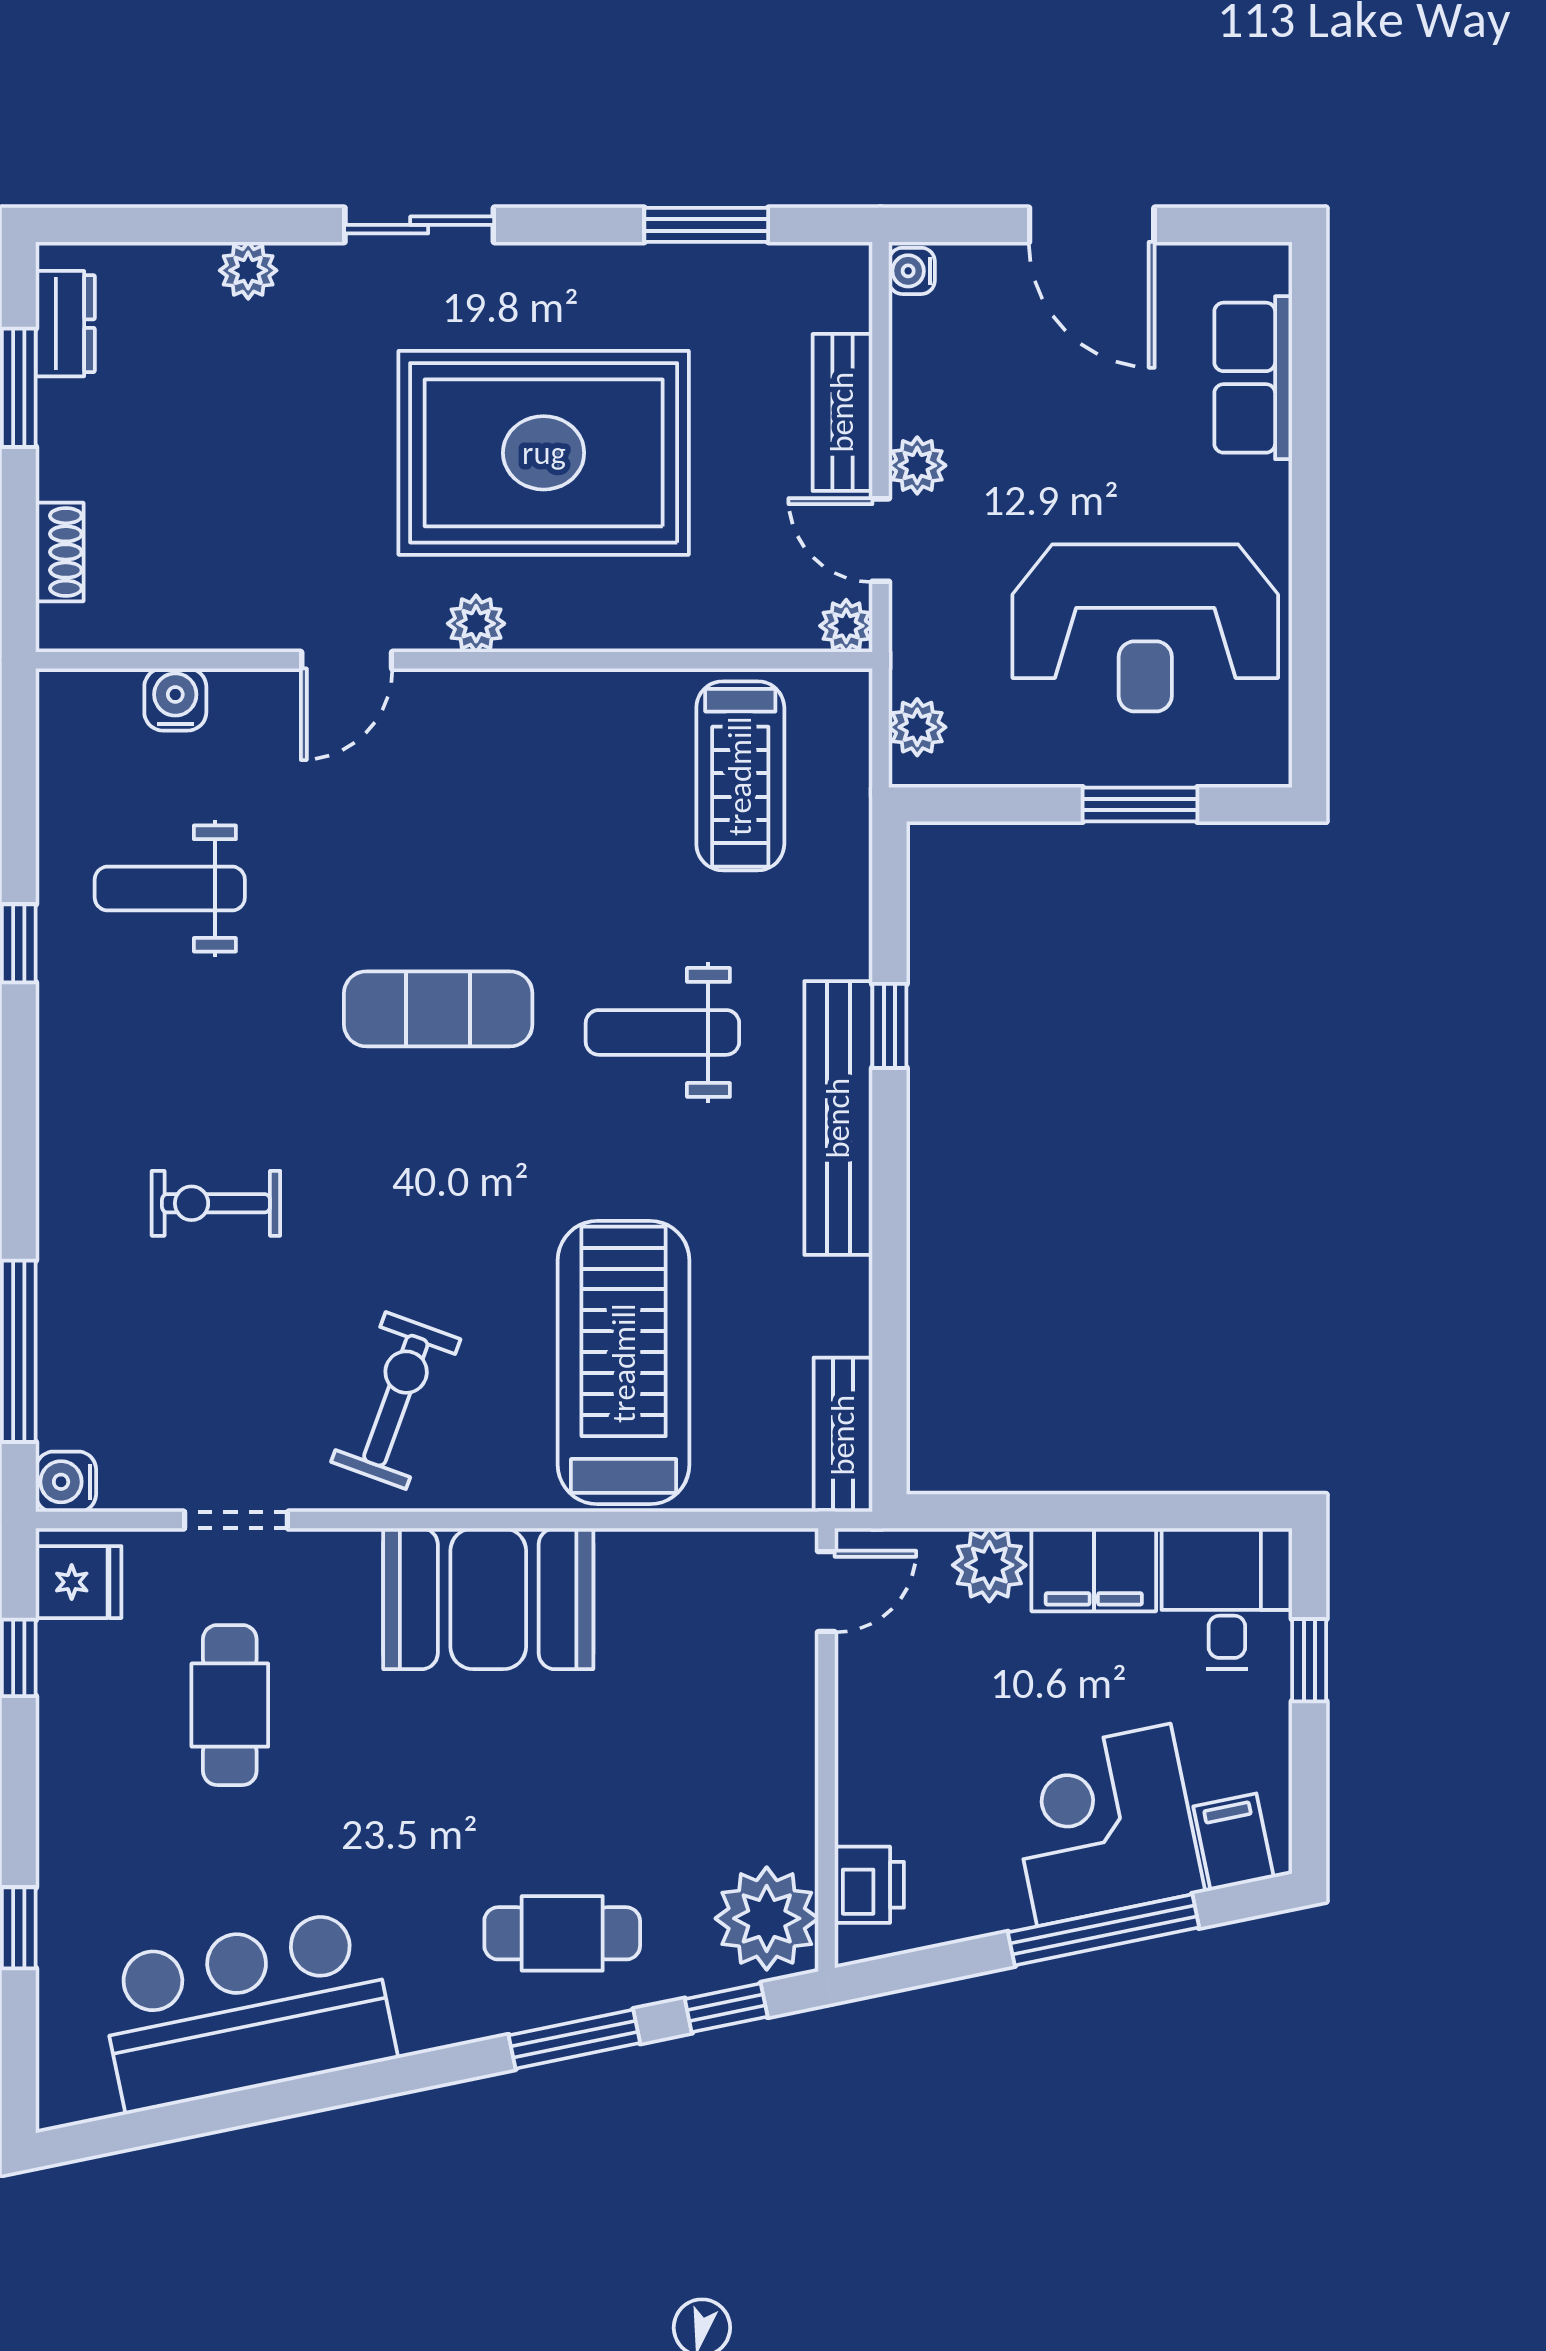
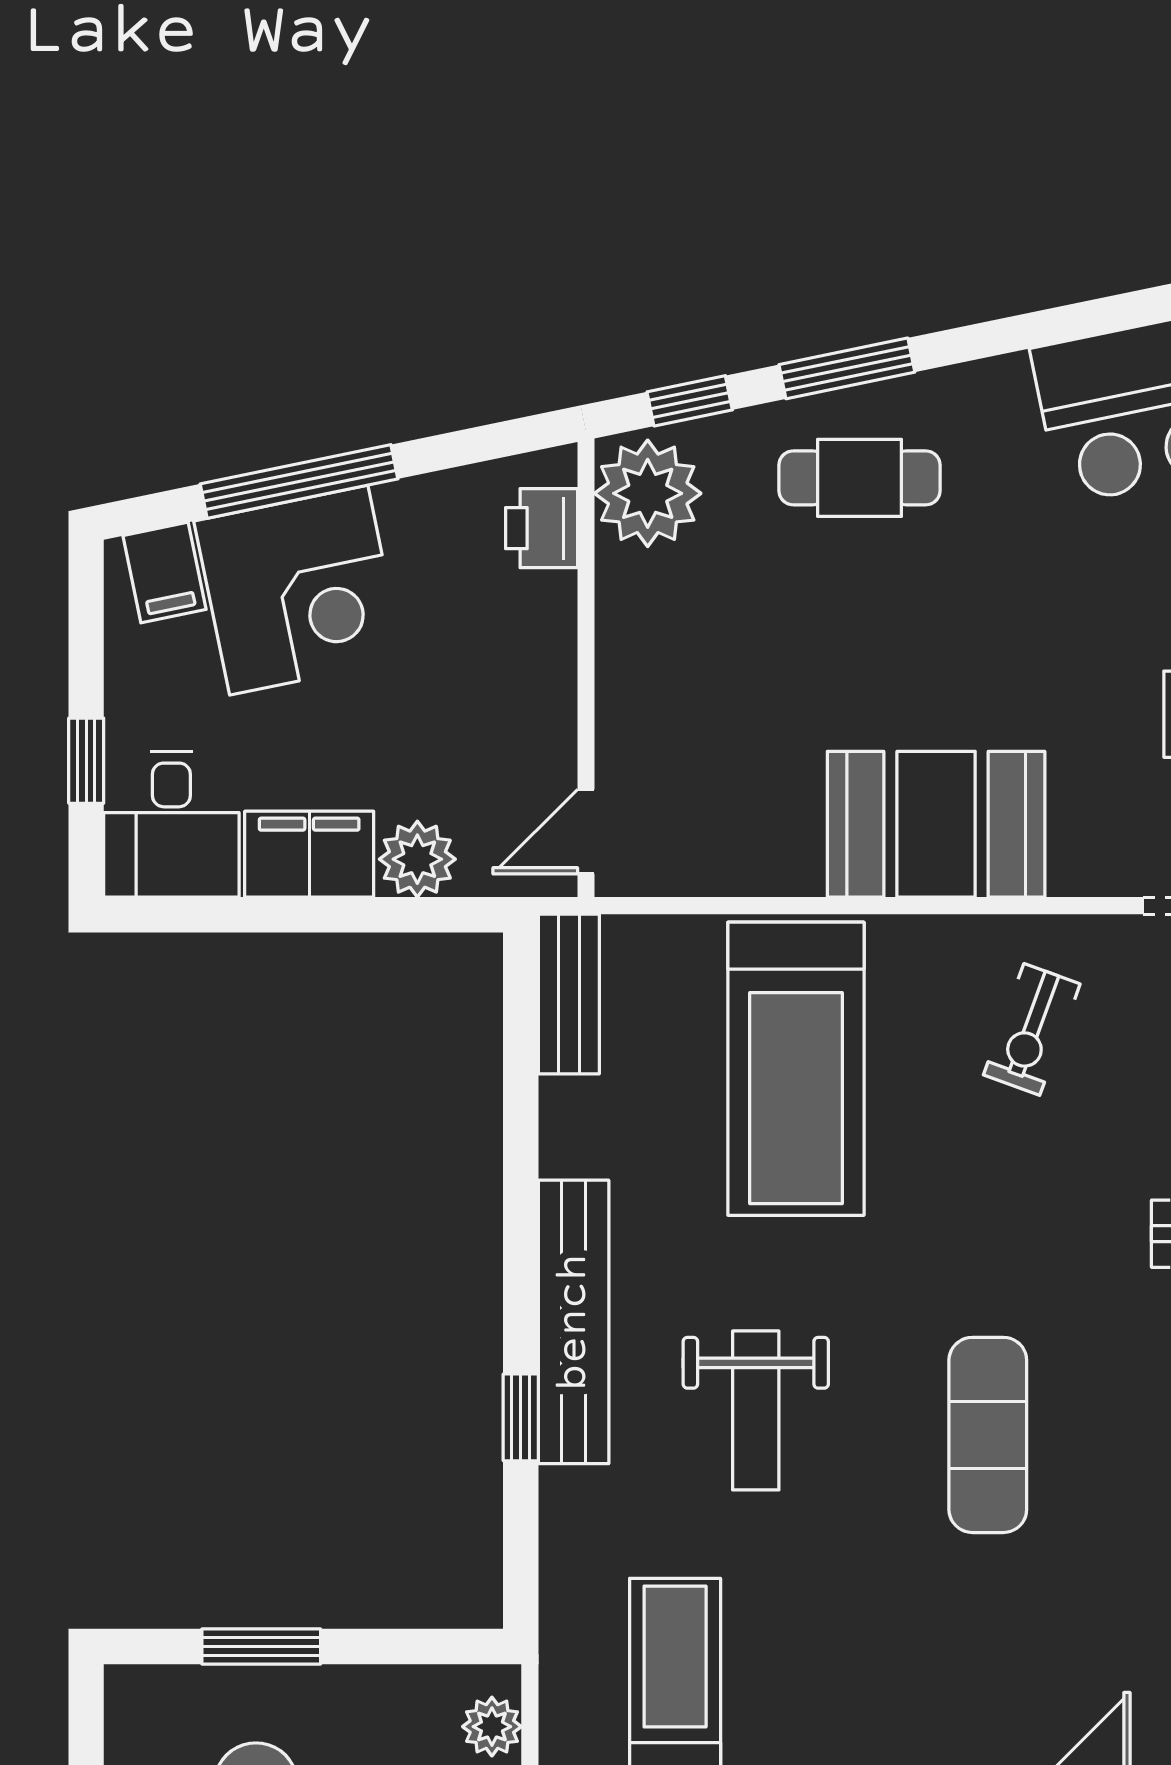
exercise mat: (438, 1009) -> (988, 1435), turned 90
weight bench: (662, 1032) -> (756, 1410), turned 90
exercise bike: (396, 1401) -> (1032, 1029), width x0.73, depth x0.72

